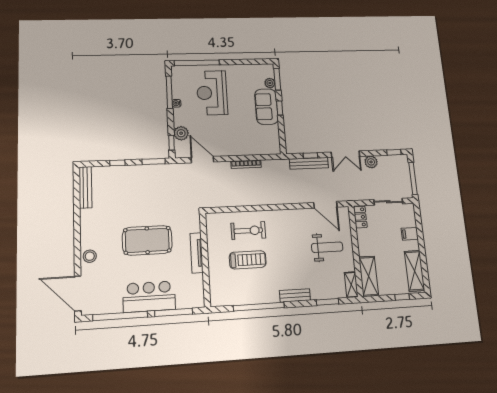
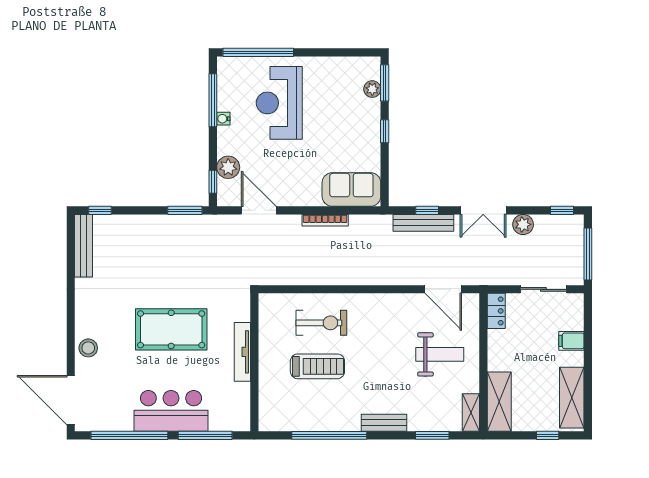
sofa: (266, 107) -> (351, 189), moved, turned 90
window: (117, 163) -> (100, 210), moved

